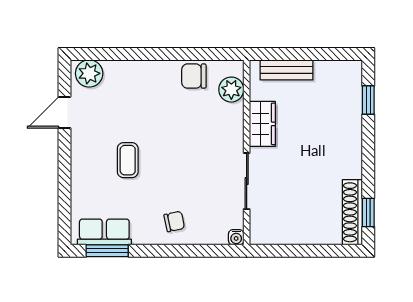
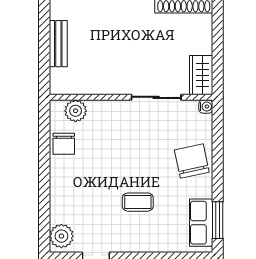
bench: (287, 70) -> (58, 44), moved
wardrobe: (262, 124) -> (201, 75), moved, turned -90
chair: (174, 221) -> (192, 161), width x1.87, depth x1.87

